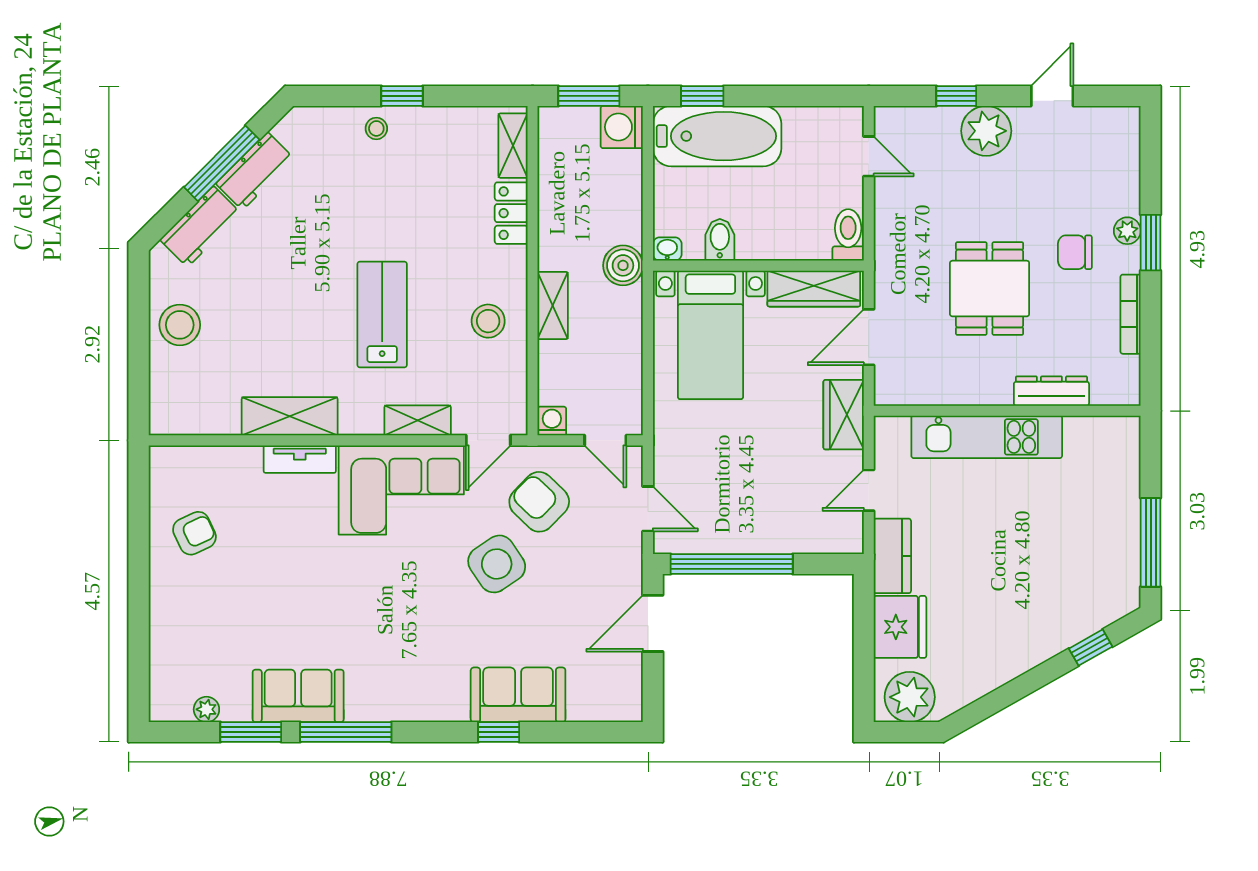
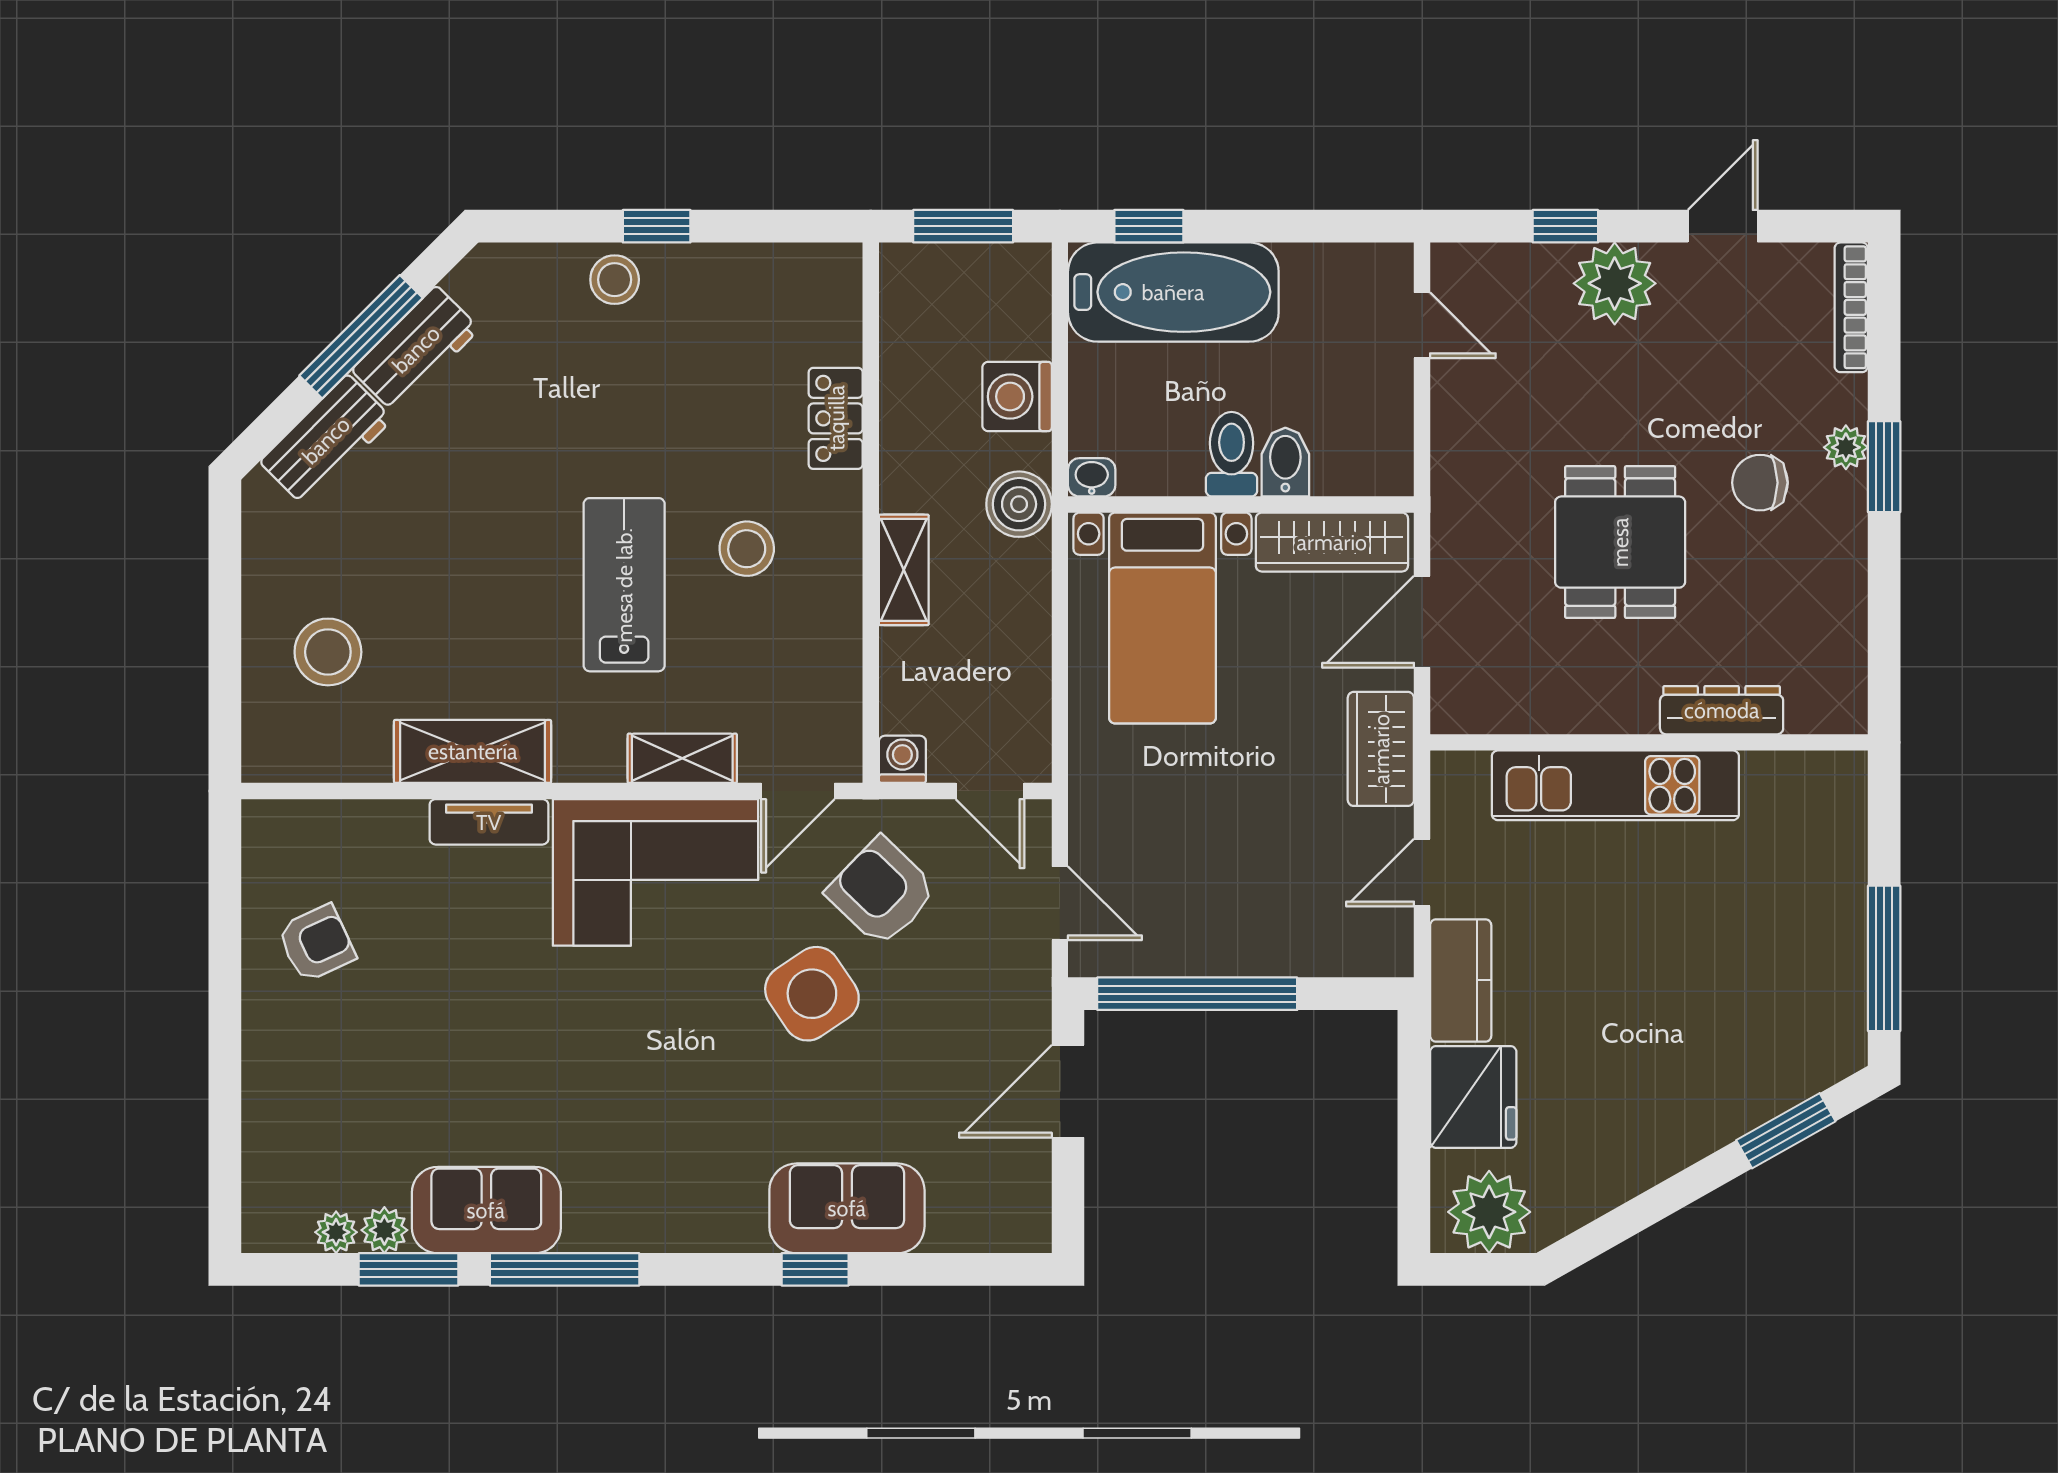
washing machine: (622, 127) -> (1017, 397), moved
stool: (376, 128) -> (615, 280), width x1.37, depth x1.37
shelving: (513, 146) -> (839, 308), removed
toilet: (848, 235) -> (1232, 454), moved
bidet: (720, 240) -> (1285, 462), moved
bookcase: (1131, 314) -> (1851, 307), moved
stool: (488, 321) -> (747, 549), moved
stool: (180, 325) -> (328, 652), moved
window: (1091, 648) -> (1786, 1131), width x1.50
plant: (236, 708) -> (384, 1230), added

